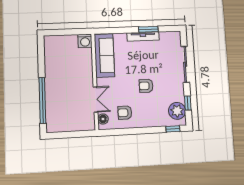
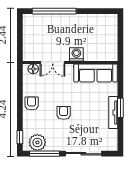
window: (148, 29) -> (120, 108), moved
washing machine: (85, 41) -> (76, 54), moved, turned 90
window: (188, 103) -> (45, 154), width x2.17
armchair: (125, 113) -> (32, 103), moved

